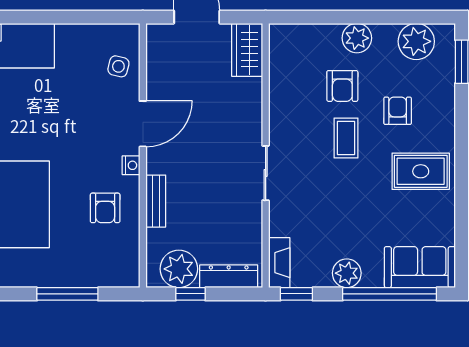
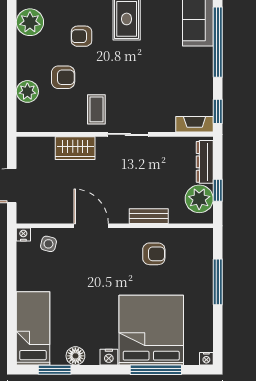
plant: (357, 38) -> (27, 91), moved
wardrobe: (247, 50) -> (75, 148), moved
coffee table: (346, 138) -> (96, 109), moved, turned 90
nightstand: (131, 165) -> (23, 235), moved
plant: (347, 273) -> (202, 74), removed

